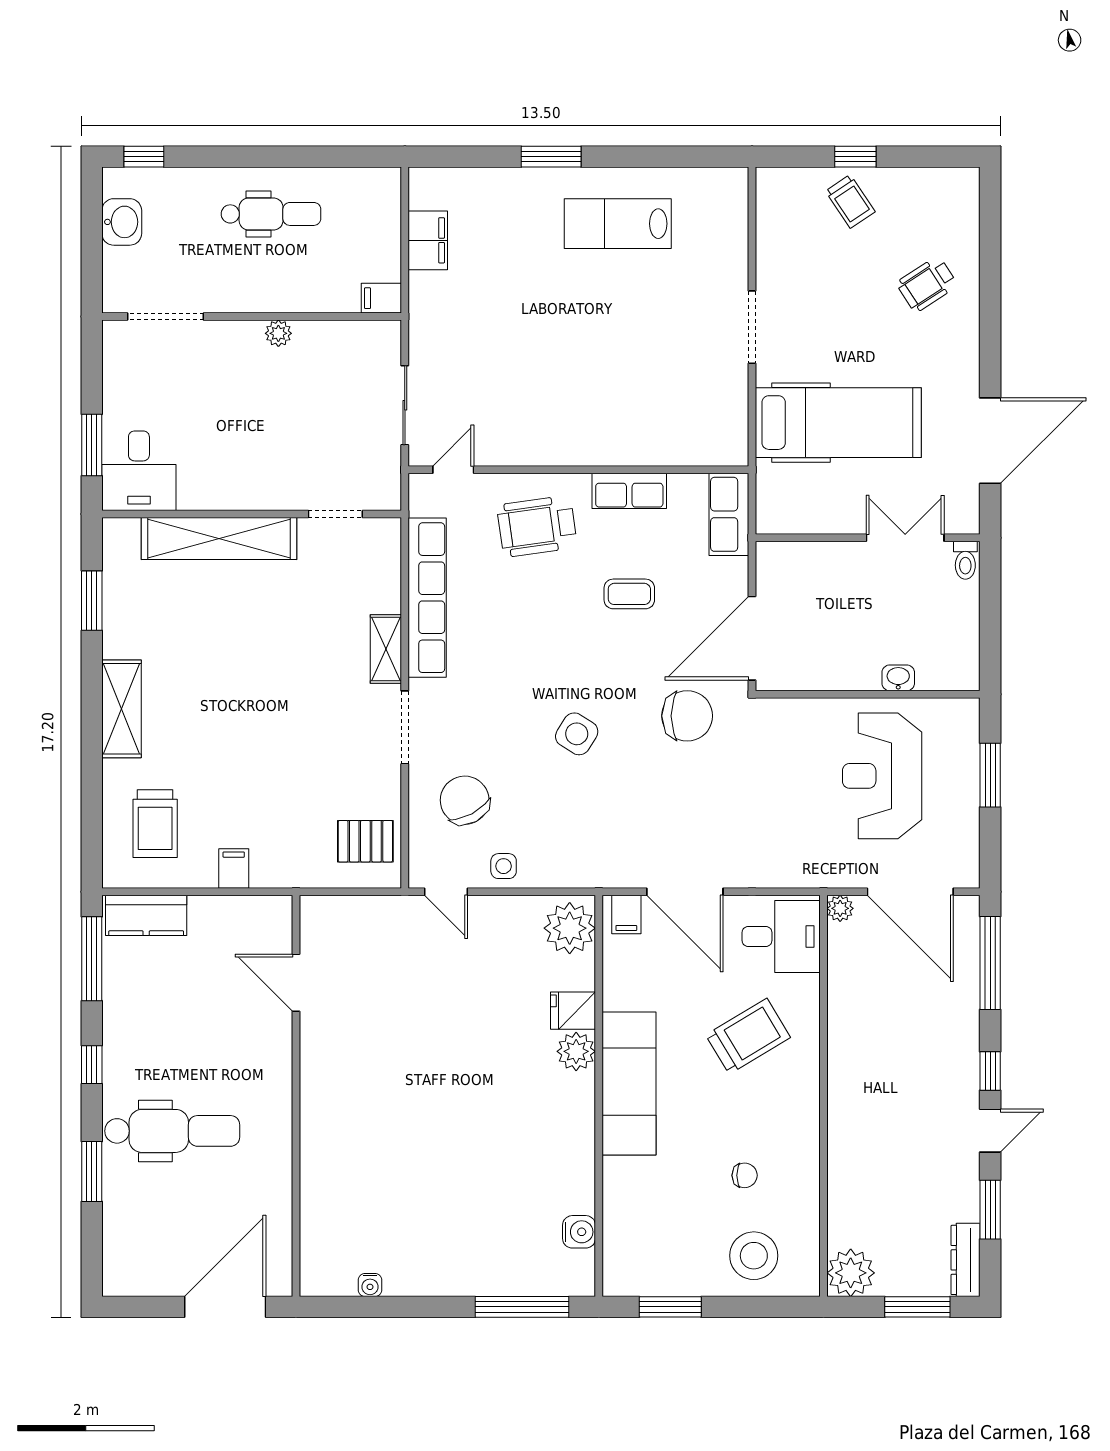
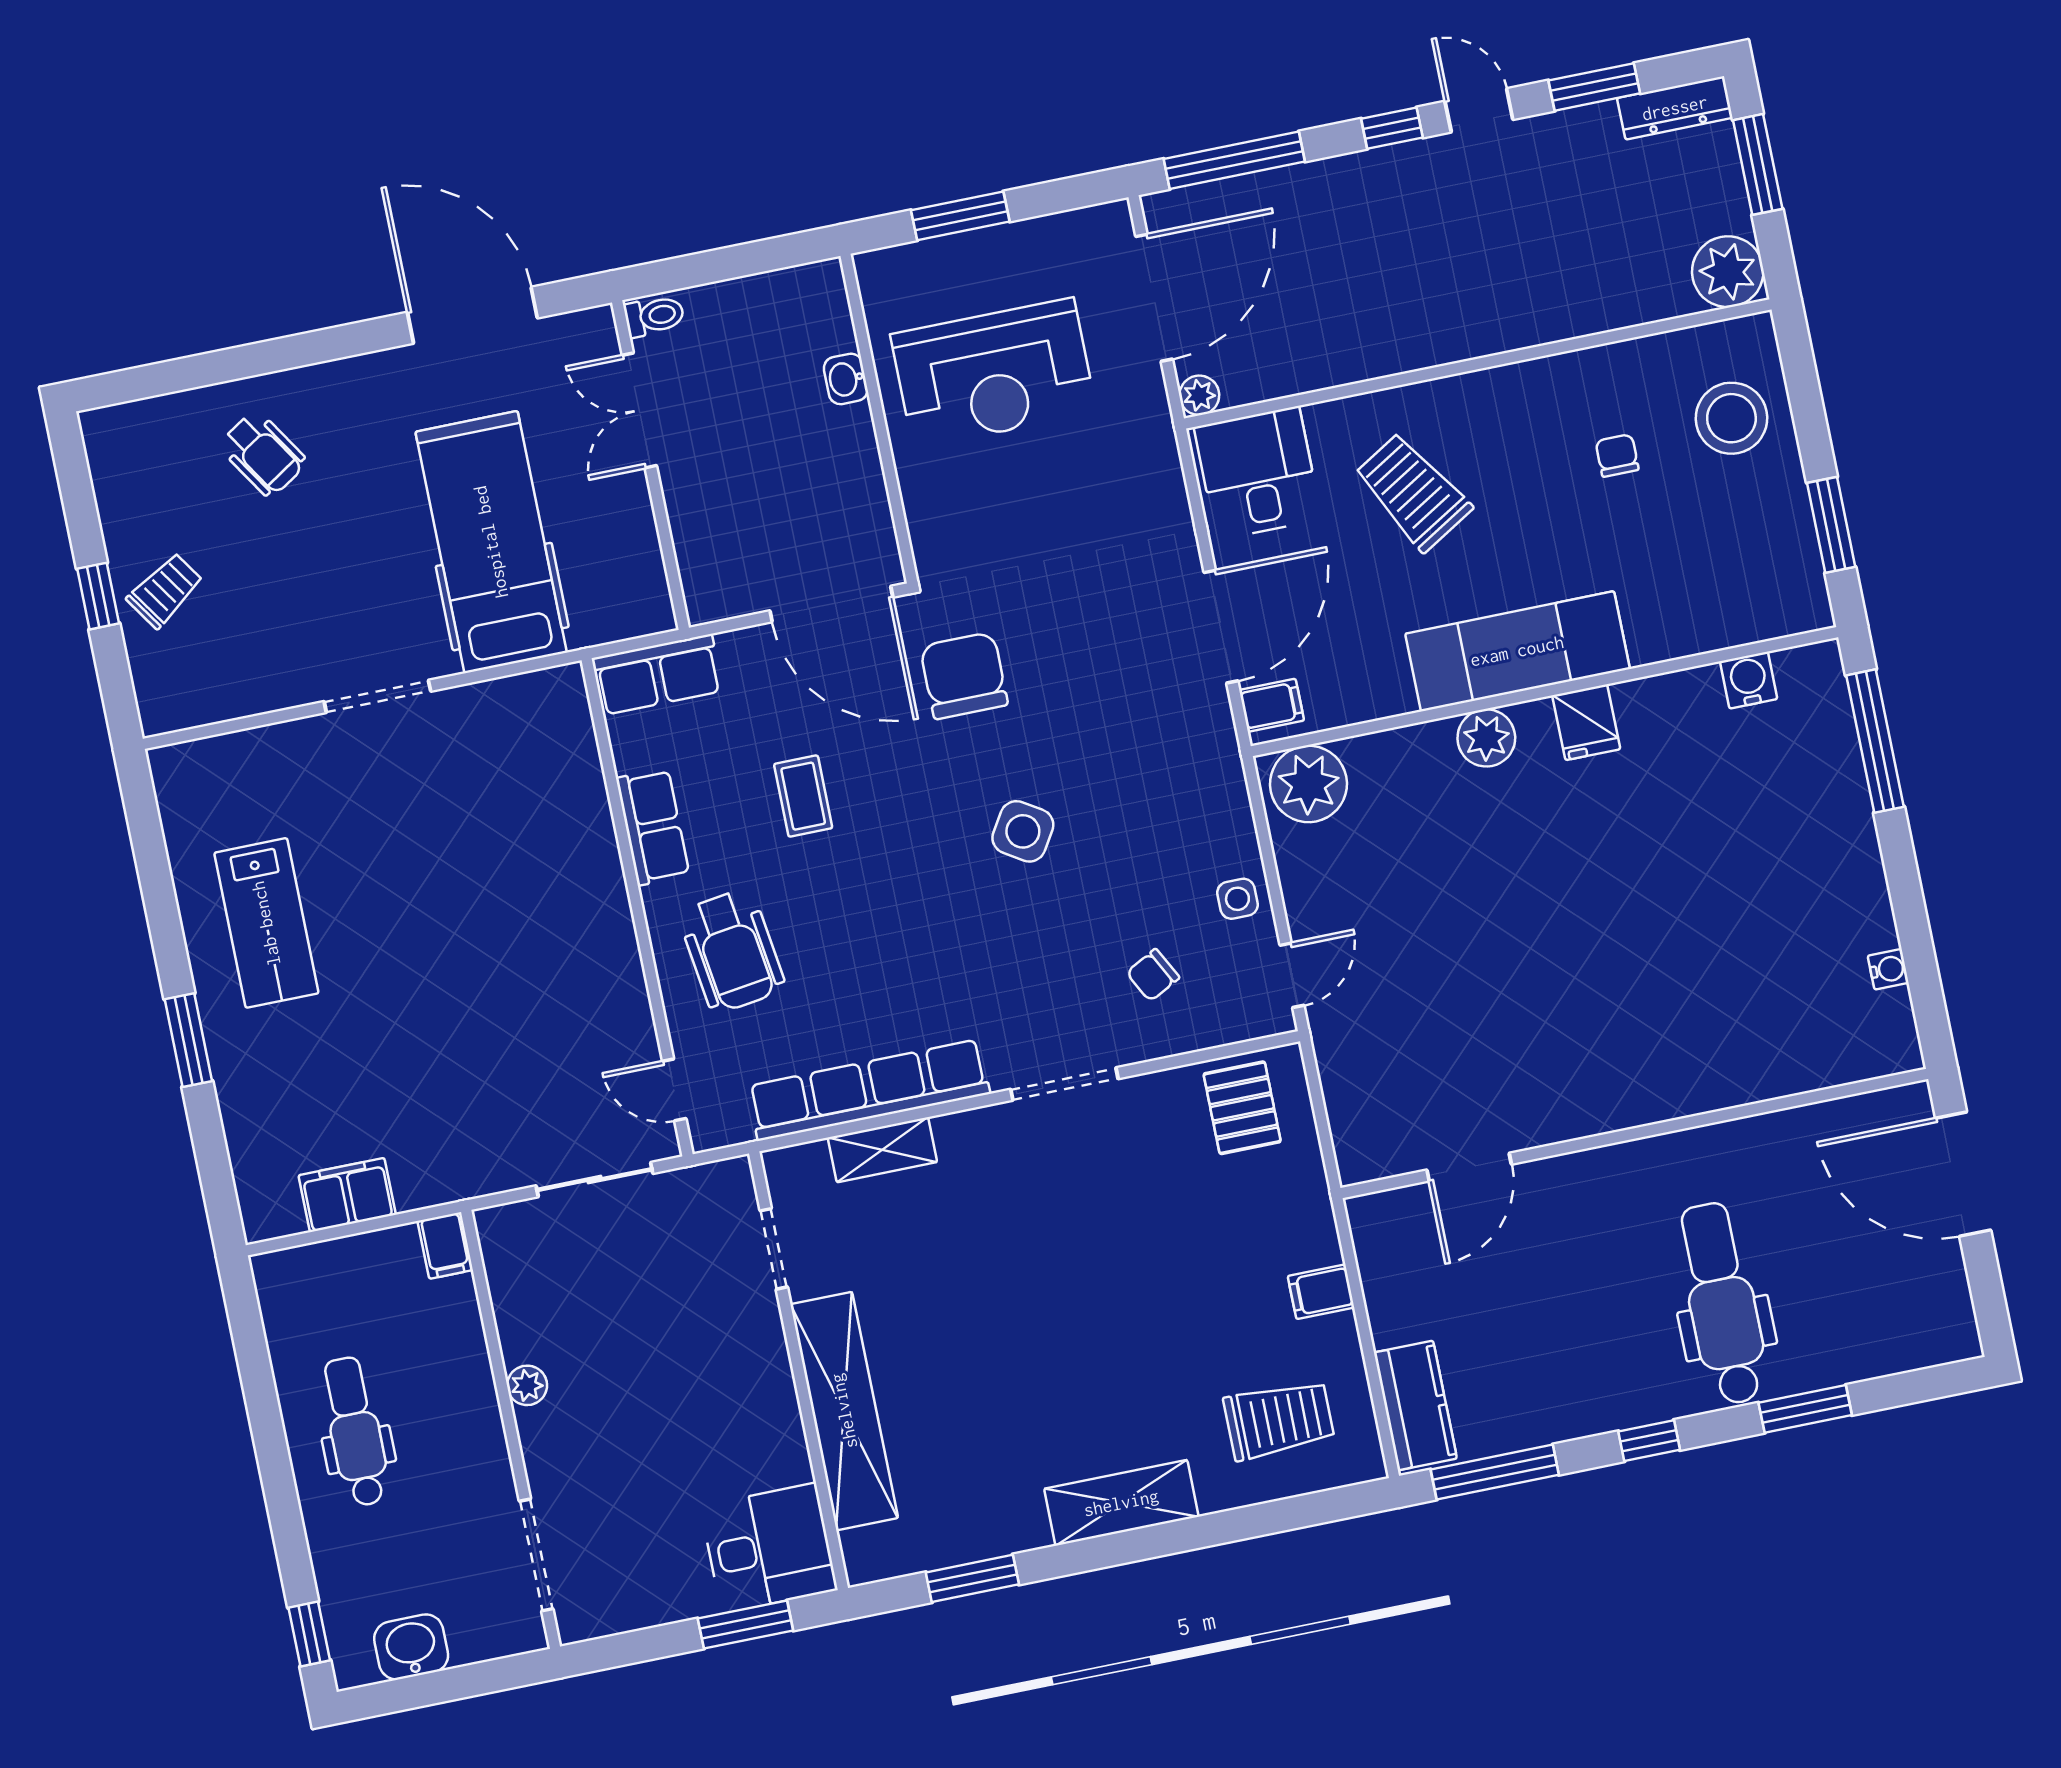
shelving: (386, 649) -> (882, 1150), moved
chair: (465, 800) -> (1153, 975), width x0.54, depth x0.54
fridge: (573, 1011) -> (1586, 722), moved

